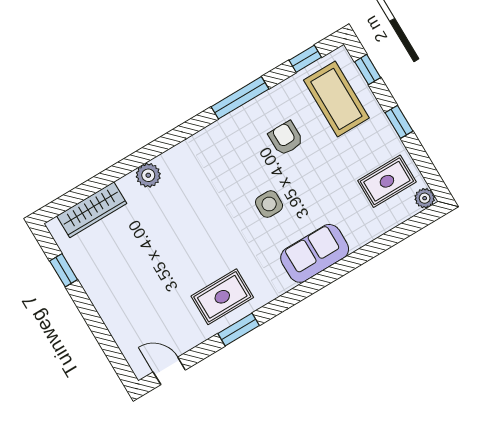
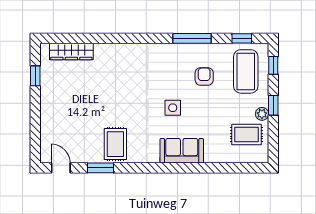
plant: (148, 175) -> (115, 51), removed
plant: (425, 198) -> (262, 114), moved
rug: (222, 297) -> (115, 144), turned 90
window: (239, 329) -> (100, 168), moved

